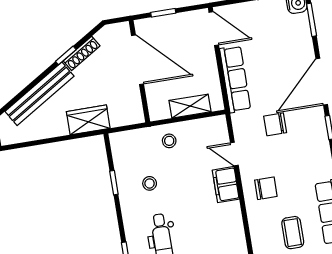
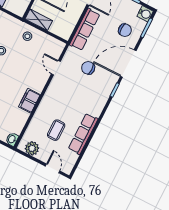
shelving: (190, 106) -> (39, 20), moved
filing cabinet: (226, 185) -> (29, 101), moved
chair: (266, 188) -> (125, 30), moved

